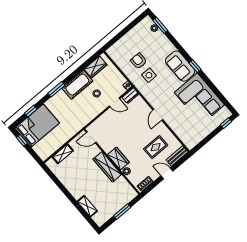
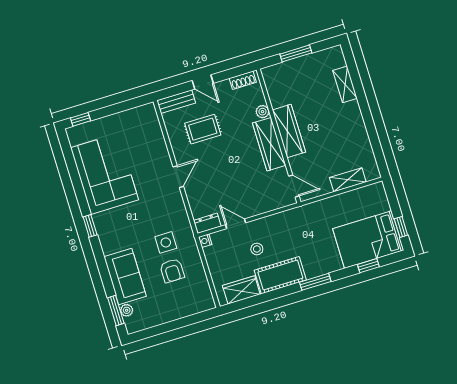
sofa: (180, 66) -> (125, 276), moved
wardrobe: (118, 159) -> (269, 144), width x1.50

